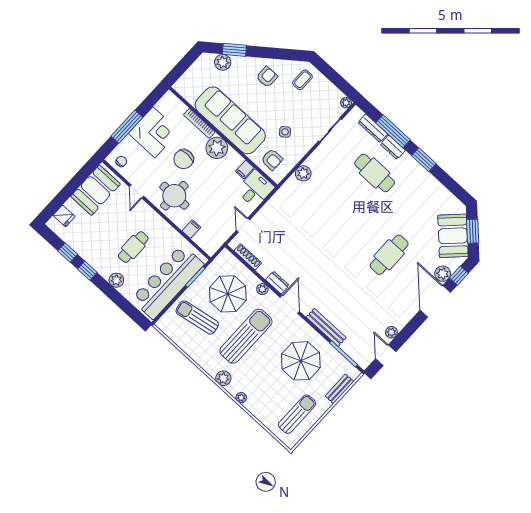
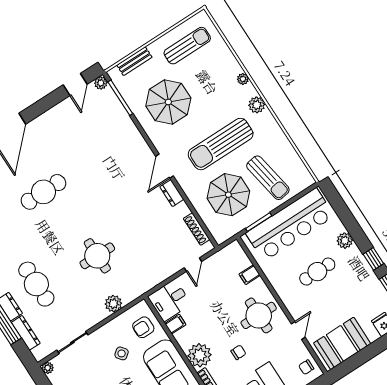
chair: (184, 159) -> (238, 352), width x0.54, depth x0.54
armchair: (272, 159) -> (143, 327), turned -90
round table: (328, 211) -> (97, 256), added
plant: (262, 289) -> (190, 190), removed
bench: (326, 327) -> (132, 131), removed
plant: (391, 332) -> (101, 83), moved
sun lounger: (297, 414) -> (187, 46), turned 180

